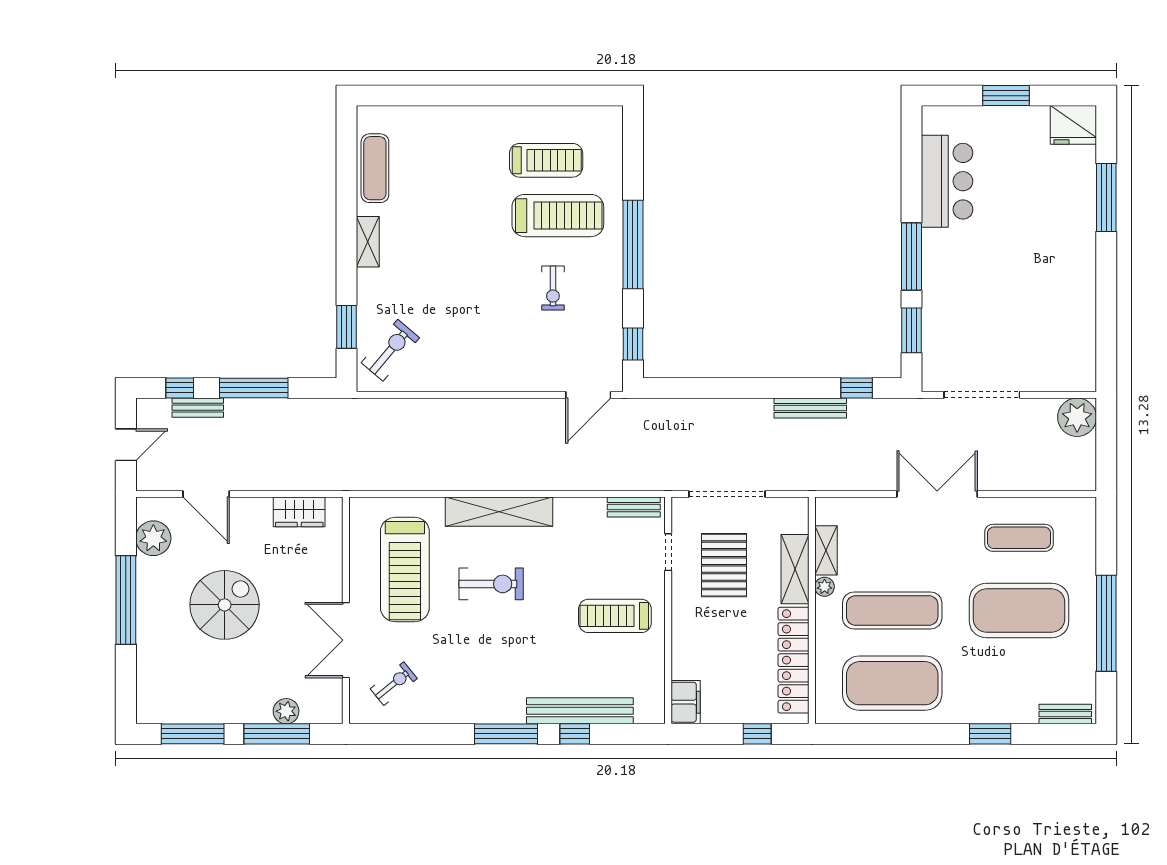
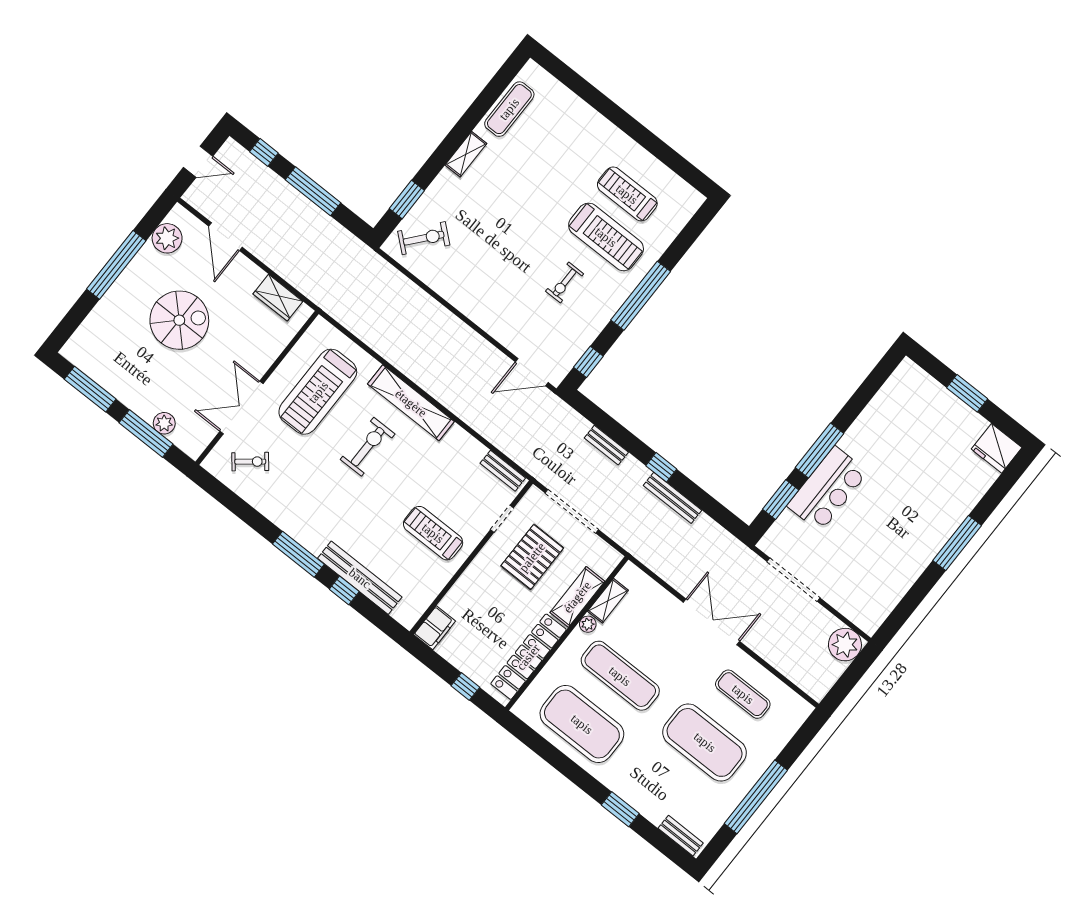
treadmill: (546, 160) -> (627, 194), turned 180
bar counter: (947, 181) -> (827, 489), moved
window: (1106, 198) -> (957, 543), moved
window: (857, 388) -> (661, 467), moved
bench: (198, 408) -> (606, 445), moved
exercise bike: (491, 584) -> (368, 447), turned -90

